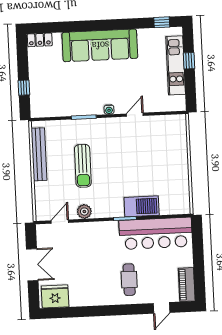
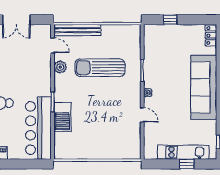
bench: (39, 154) -> (78, 30), moved
sun lounger: (83, 166) -> (100, 68), width x1.36, depth x1.34

